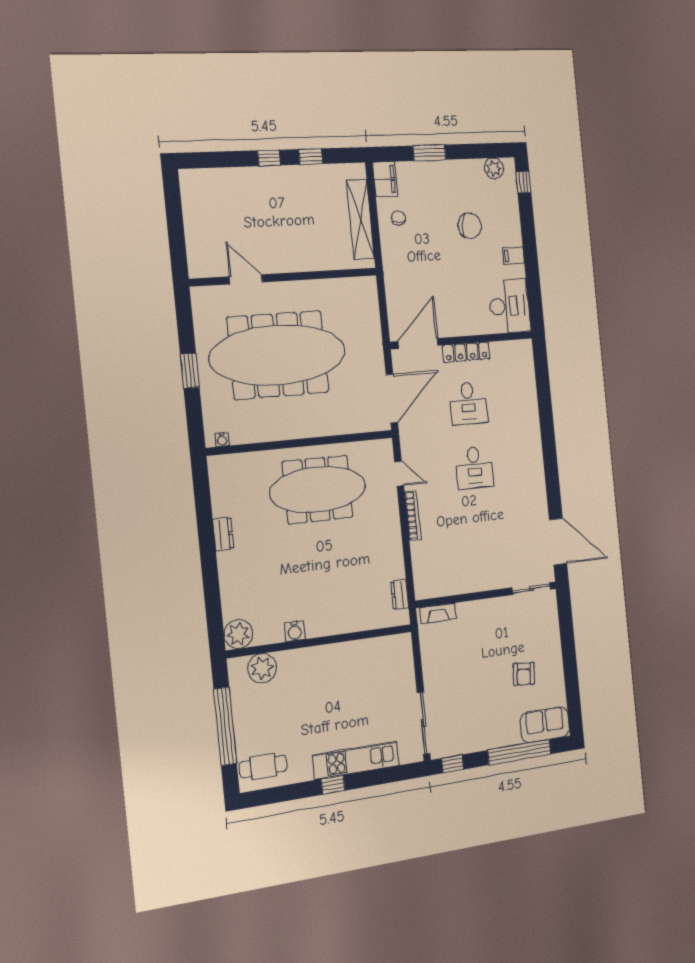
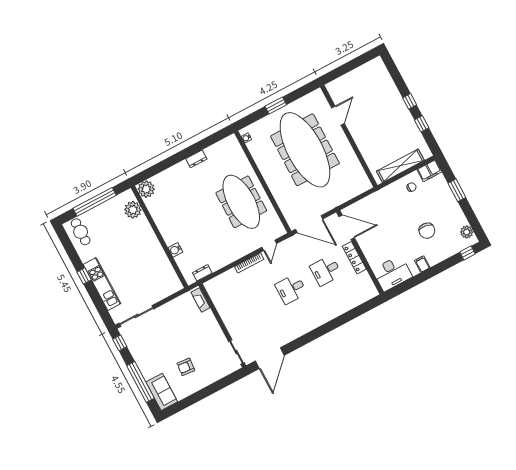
water cooler: (295, 631) -> (175, 250), moved

